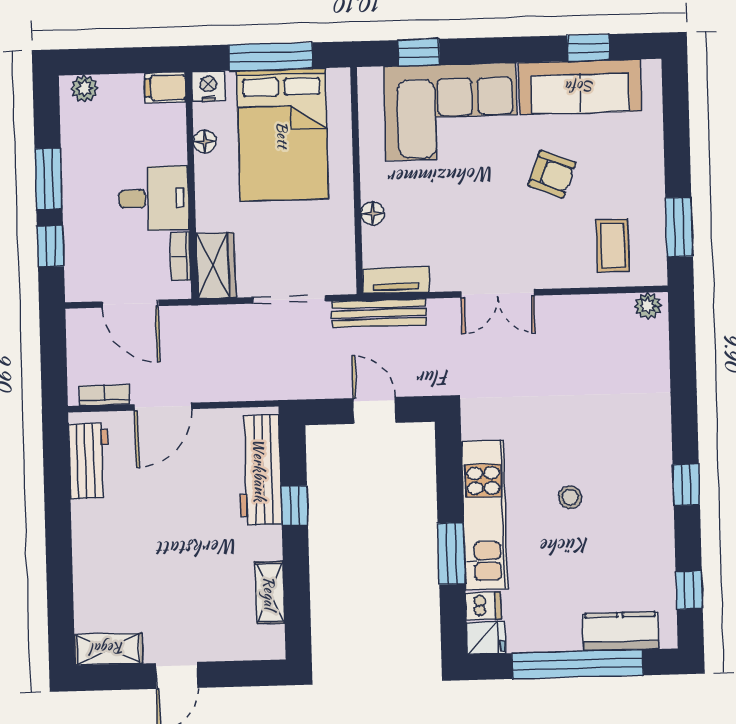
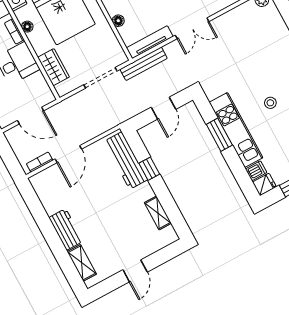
bookcase: (180, 257) -> (14, 31), moved
wardrobe: (216, 265) -> (54, 67), moved
tv unit: (396, 280) -> (150, 42), width x1.41
door: (374, 410) -> (163, 108), swing flipped
workbench: (89, 461) -> (66, 229), moved
window: (451, 553) -> (219, 135), moved
shelving: (108, 649) -> (82, 263), moved, turned 90

